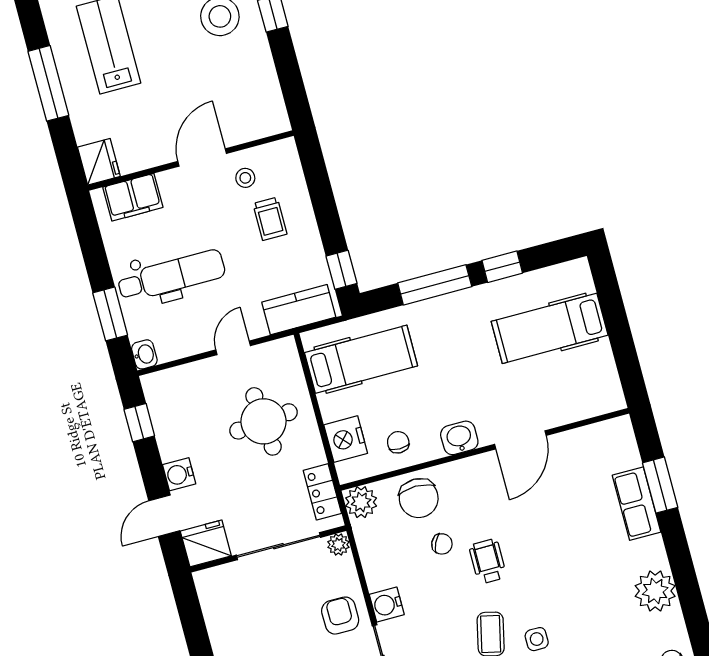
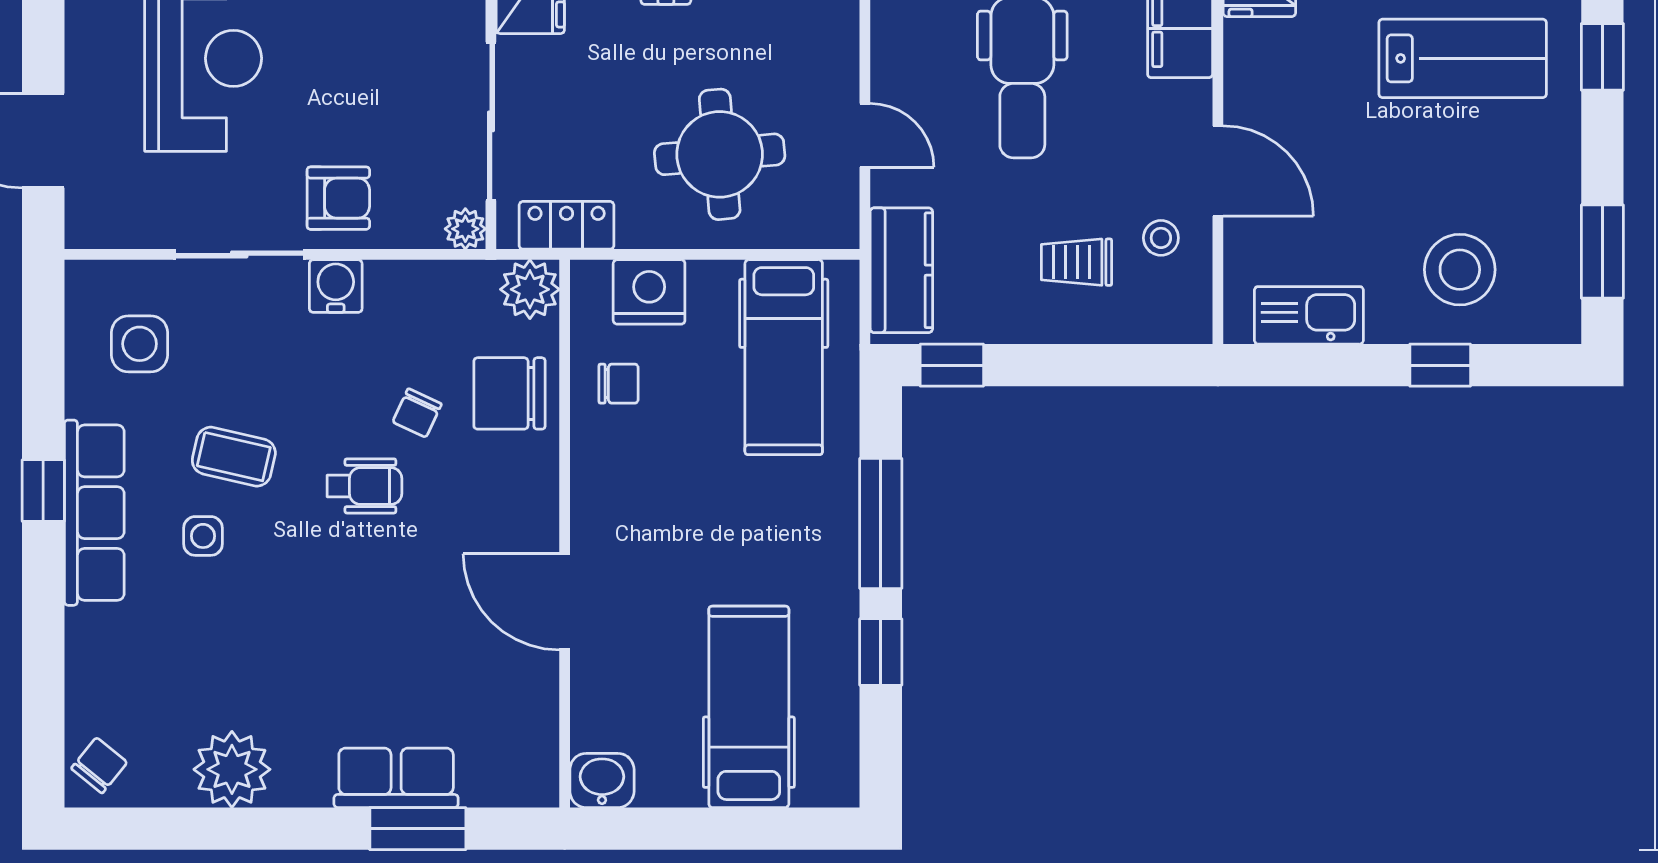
kitchen sink: (265, 89) -> (1309, 315), added
washbasin: (459, 438) -> (602, 780), moved, turned -90

